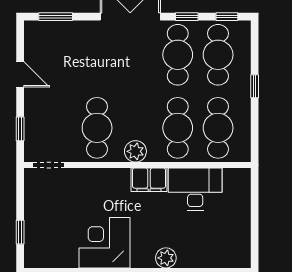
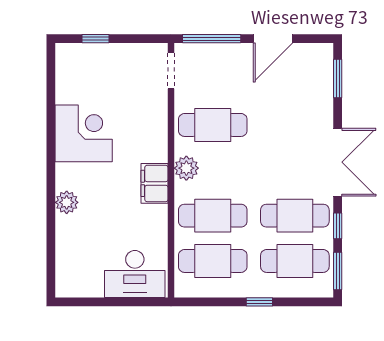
window: (227, 17) -> (338, 271), width x1.50
door: (20, 74) -> (273, 39), width x1.38
window: (20, 129) -> (212, 39), width x2.17
desk: (195, 189) -> (135, 274), moved, turned 90

